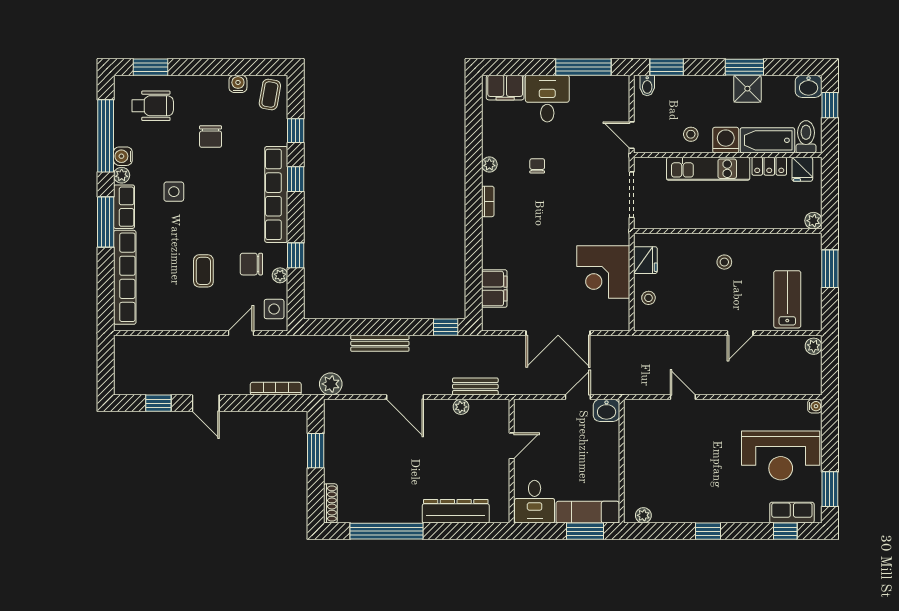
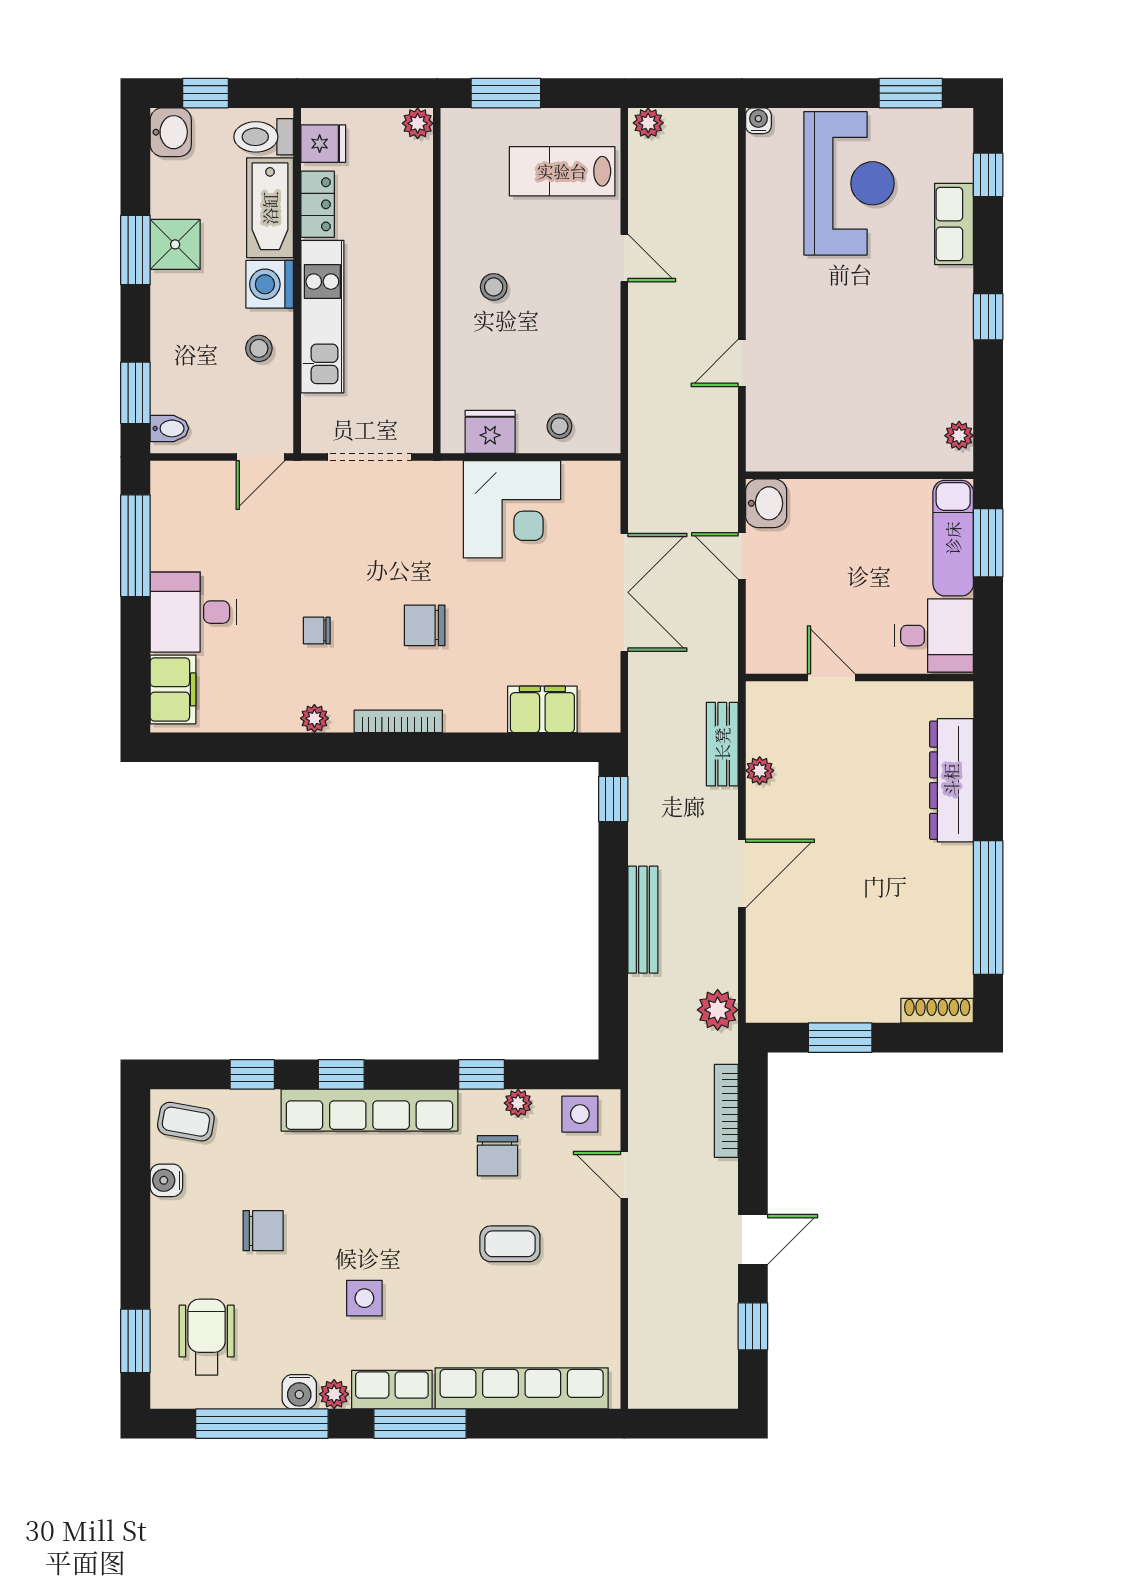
bookcase: (488, 201) -> (398, 721), width x1.56
chair: (540, 225) -> (425, 625), added
row of seats: (792, 513) -> (954, 224), moved

